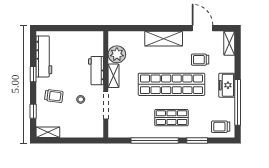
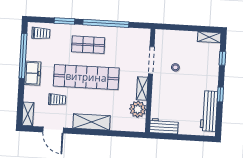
workbench: (96, 71) -> (164, 126), moved, turned -90
trolley: (54, 96) -> (201, 72), removed

